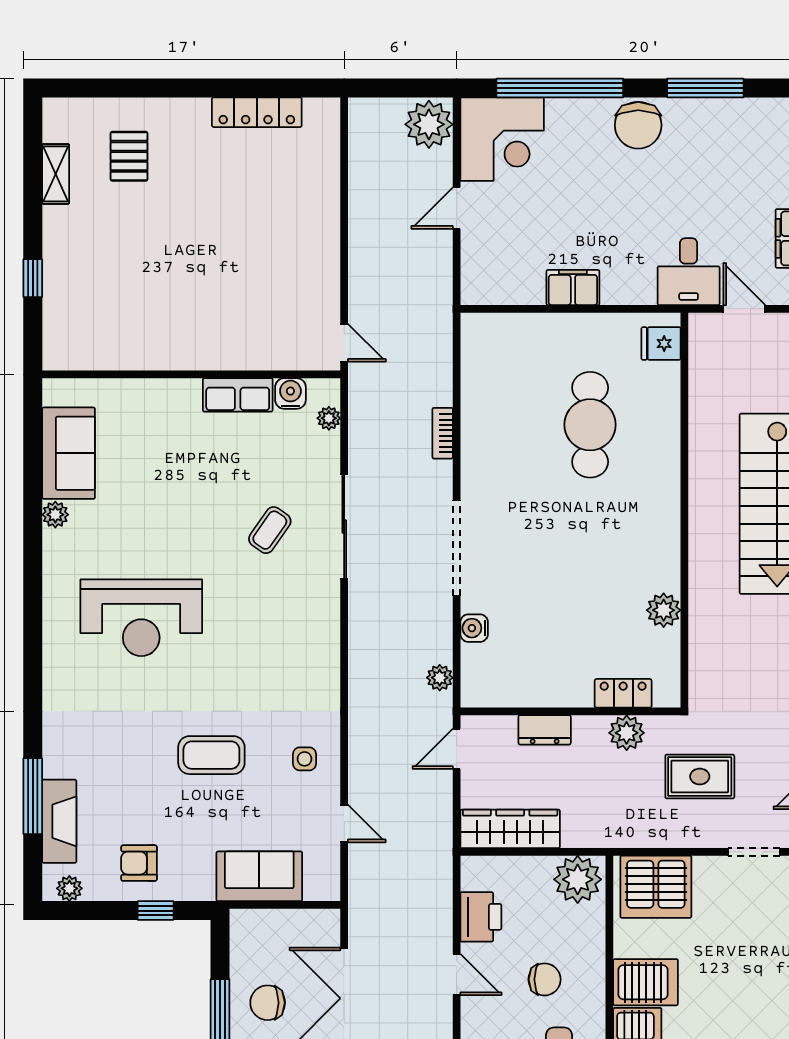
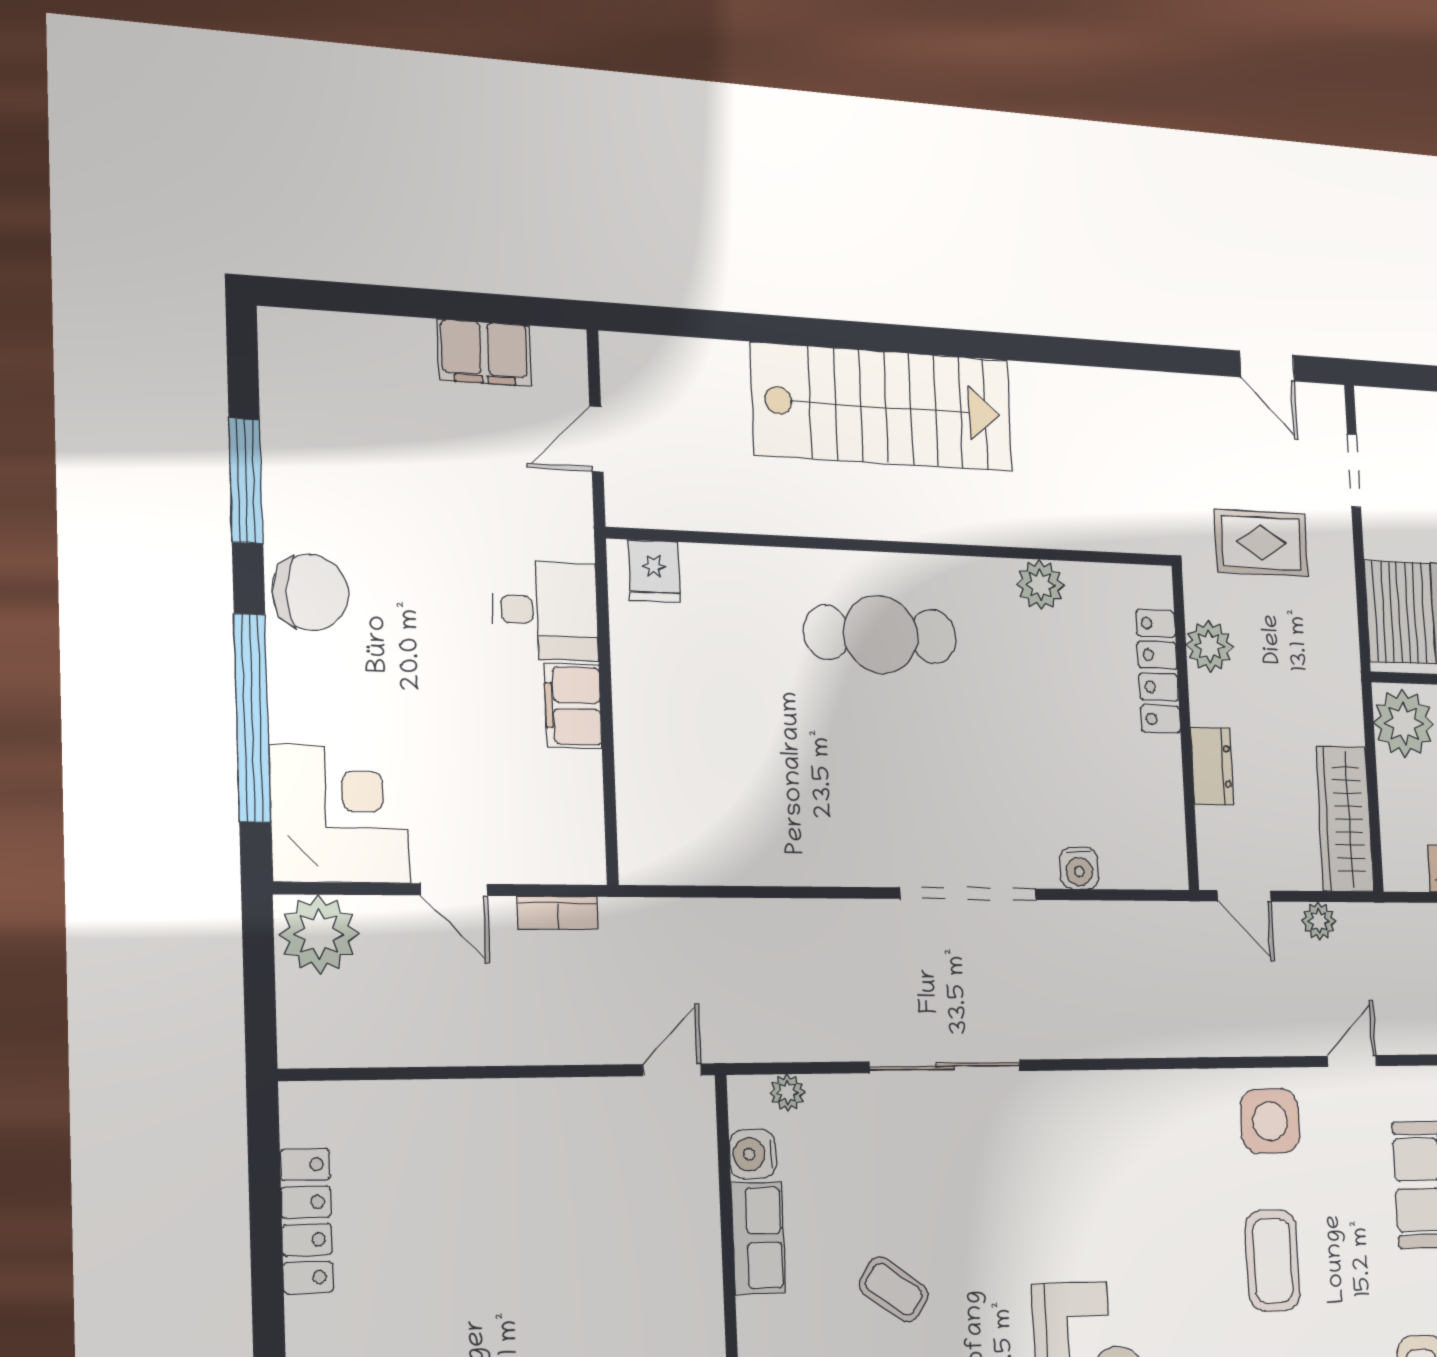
desk: (689, 272) -> (545, 610), moved
cafe table: (590, 425) -> (880, 634), moved
bookcase: (443, 433) -> (558, 913), moved
coffee table: (270, 530) -> (894, 1289), moved
plant: (440, 678) -> (1319, 921), moved
locker: (623, 693) -> (1158, 671), width x1.53
side table: (305, 759) -> (1270, 1121), width x1.87, depth x1.87
rug: (700, 777) -> (1261, 543), turned 90

